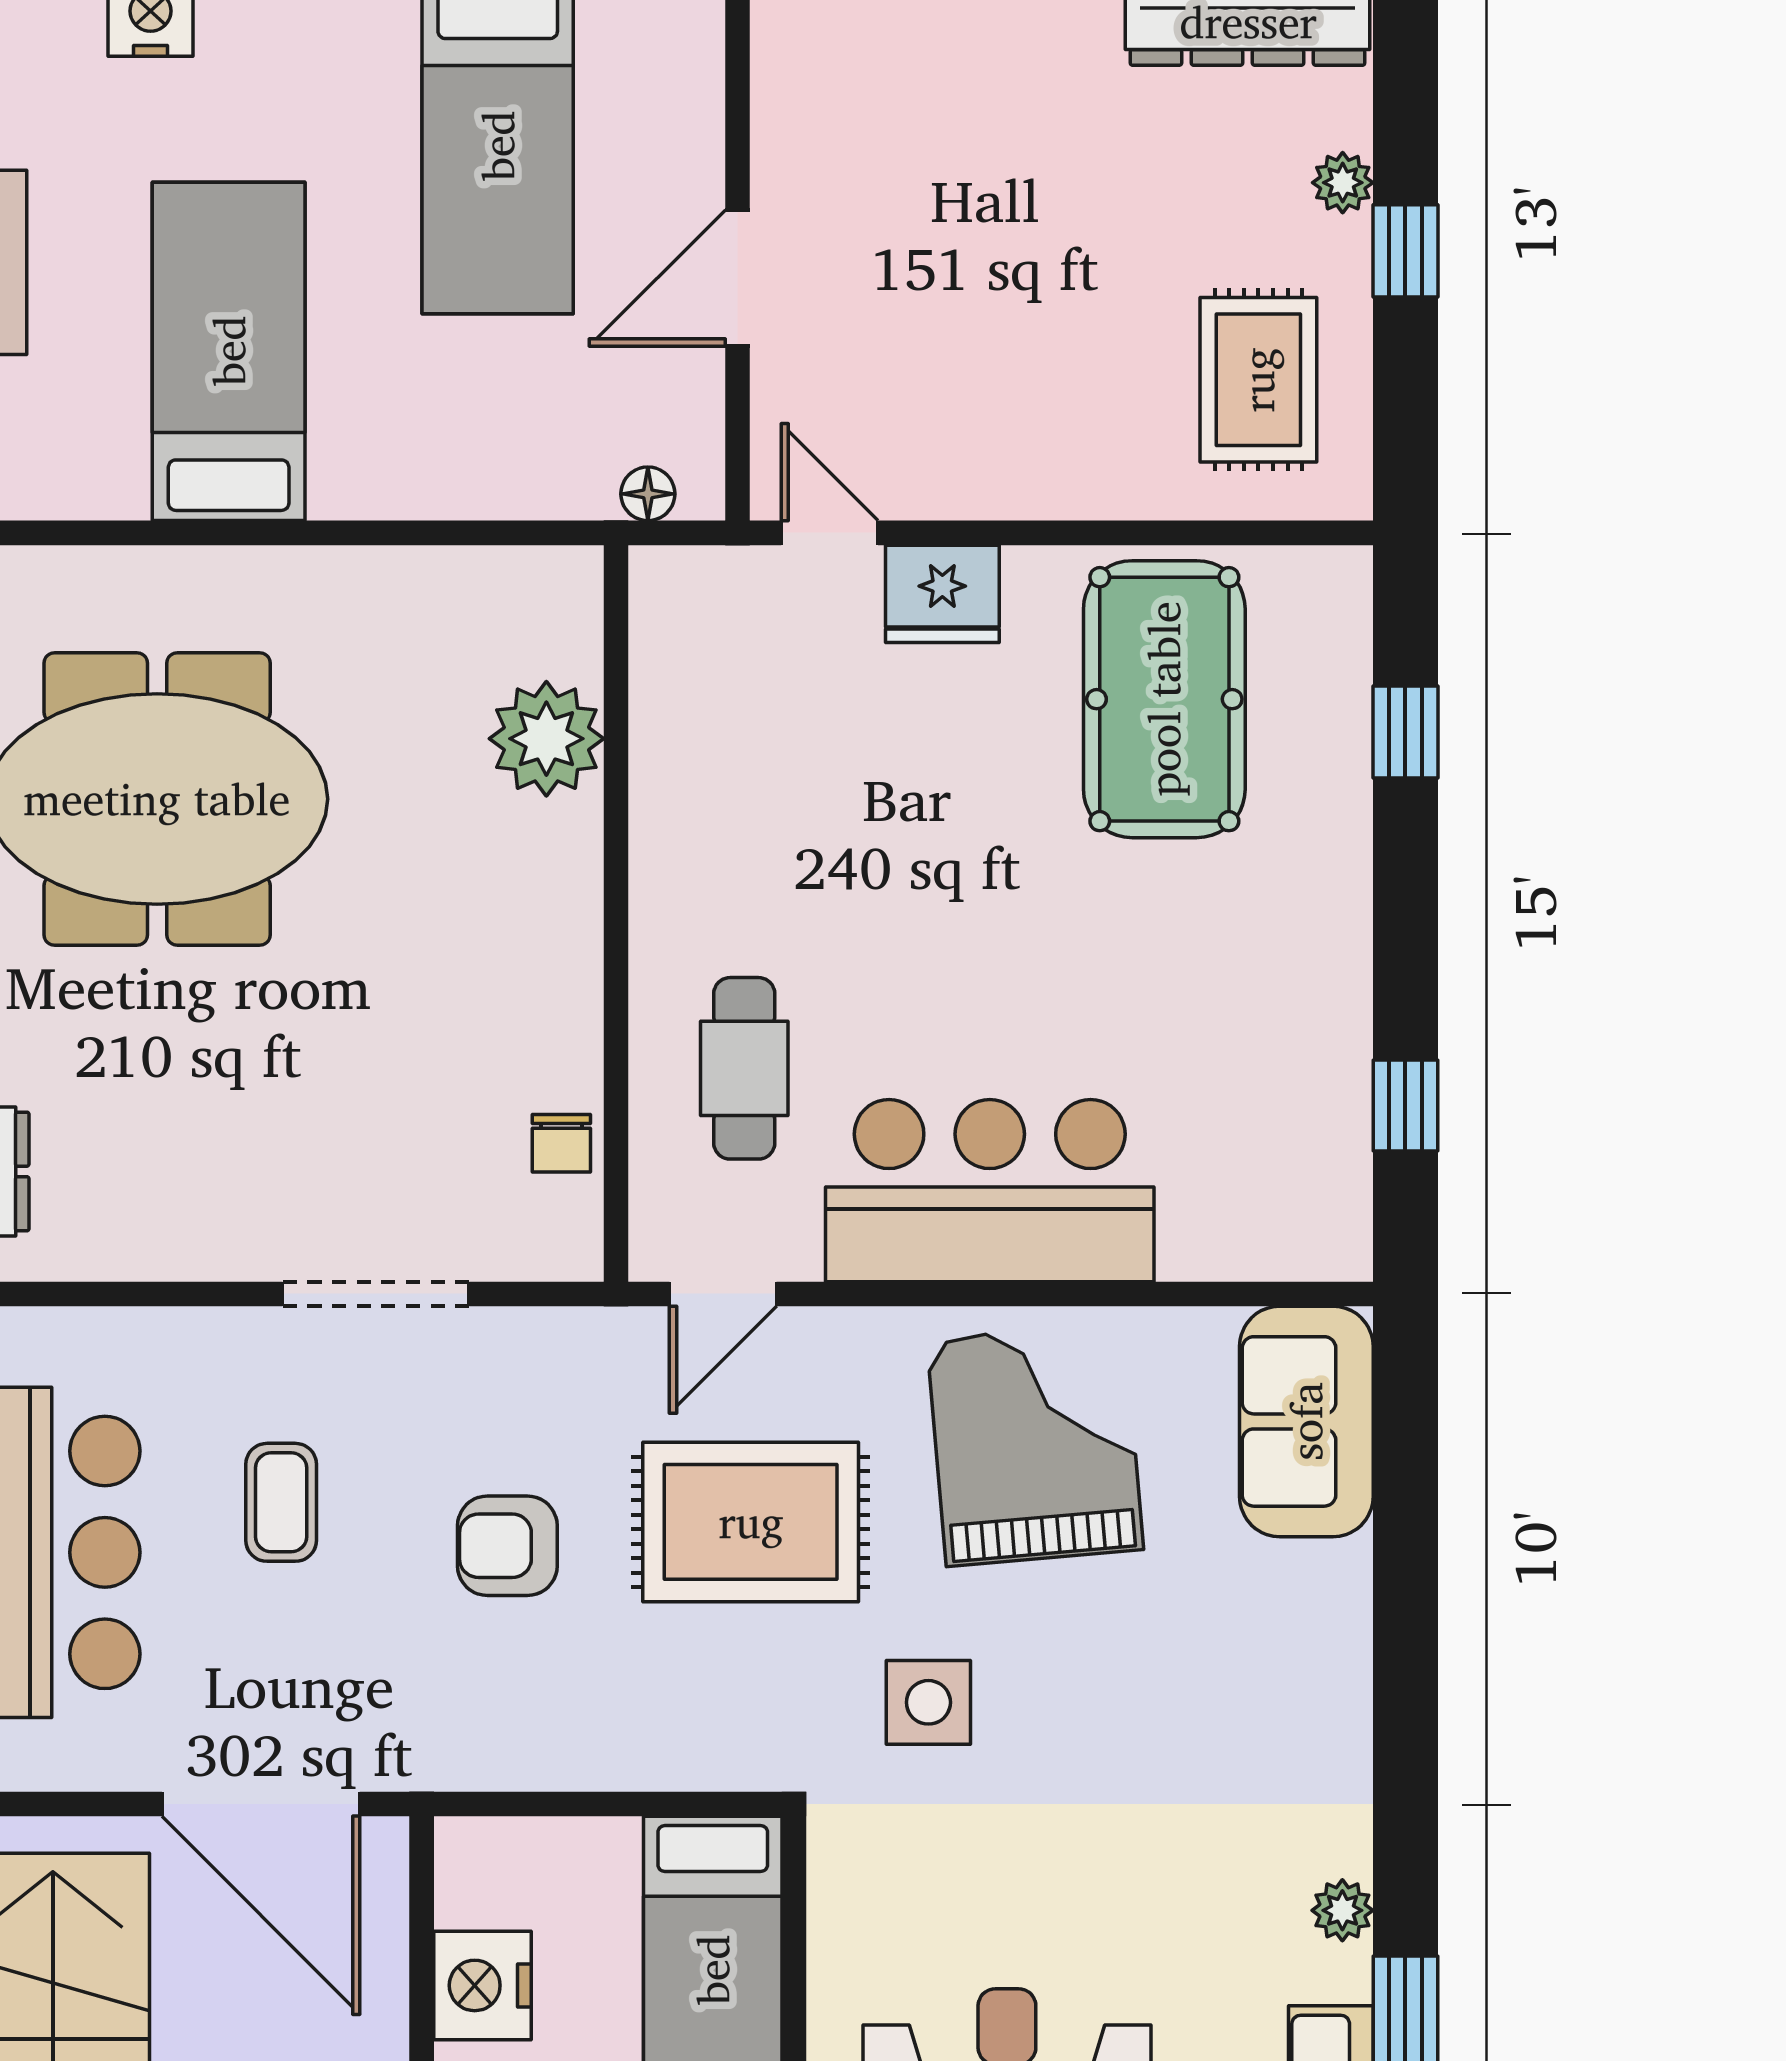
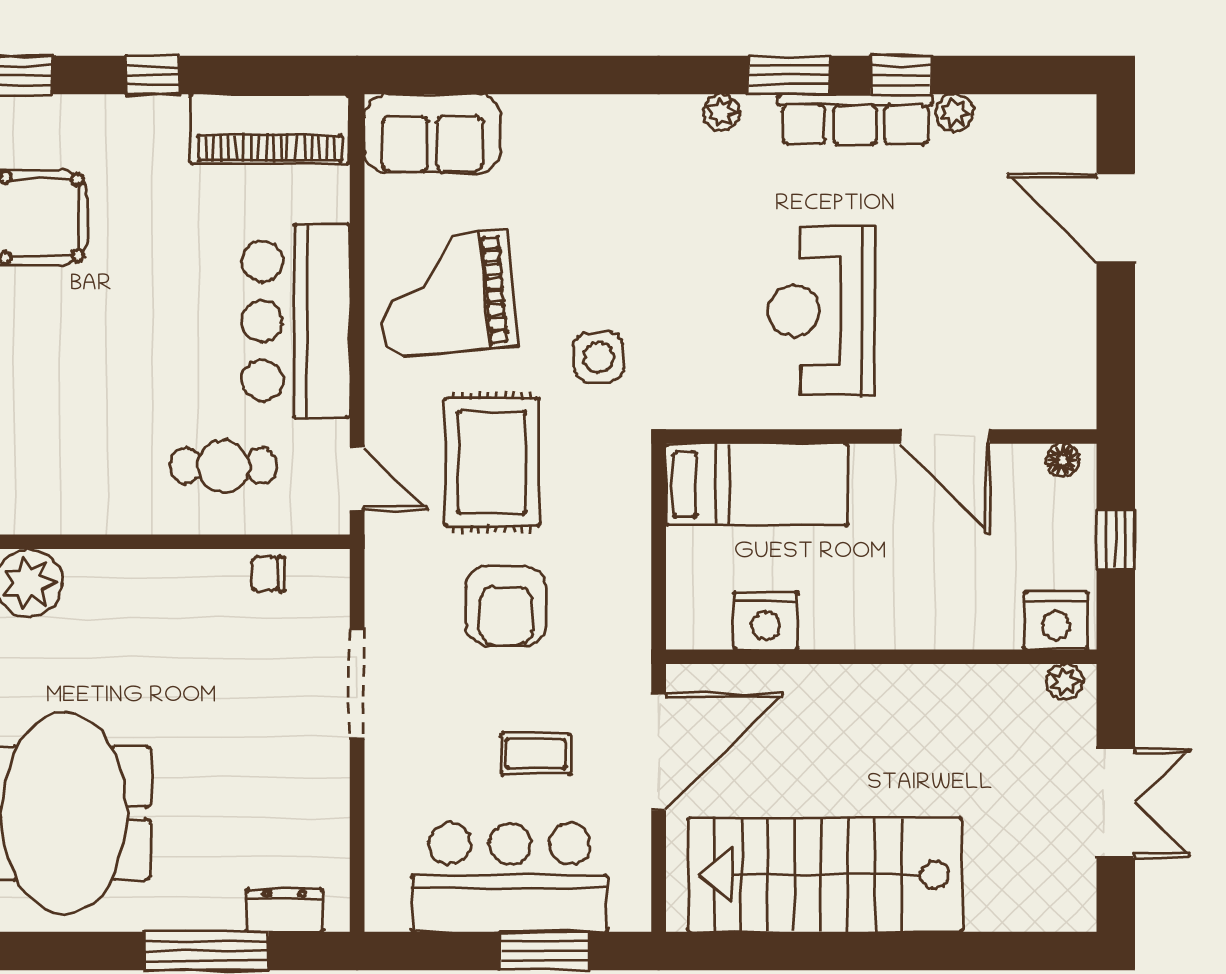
window: (1405, 1106) -> (153, 75), moved
chair: (561, 1143) -> (268, 574), turned 180
piano: (1314, 1147) -> (270, 129), added
coffee table: (281, 1502) -> (535, 754), moved
armchair: (507, 1546) -> (506, 606), width x1.38, depth x1.38

